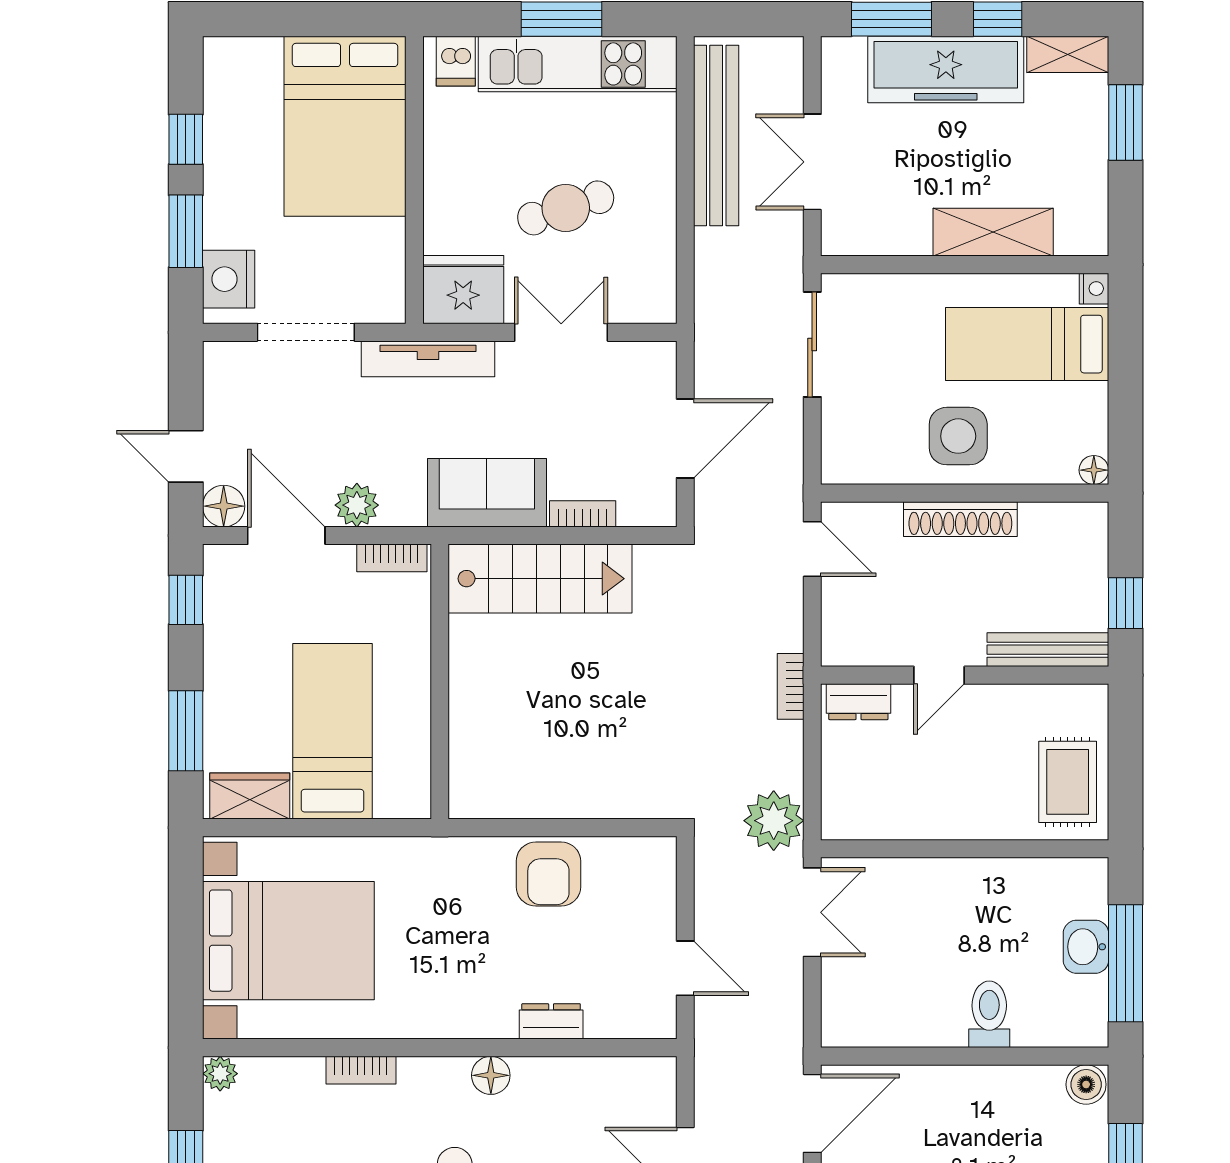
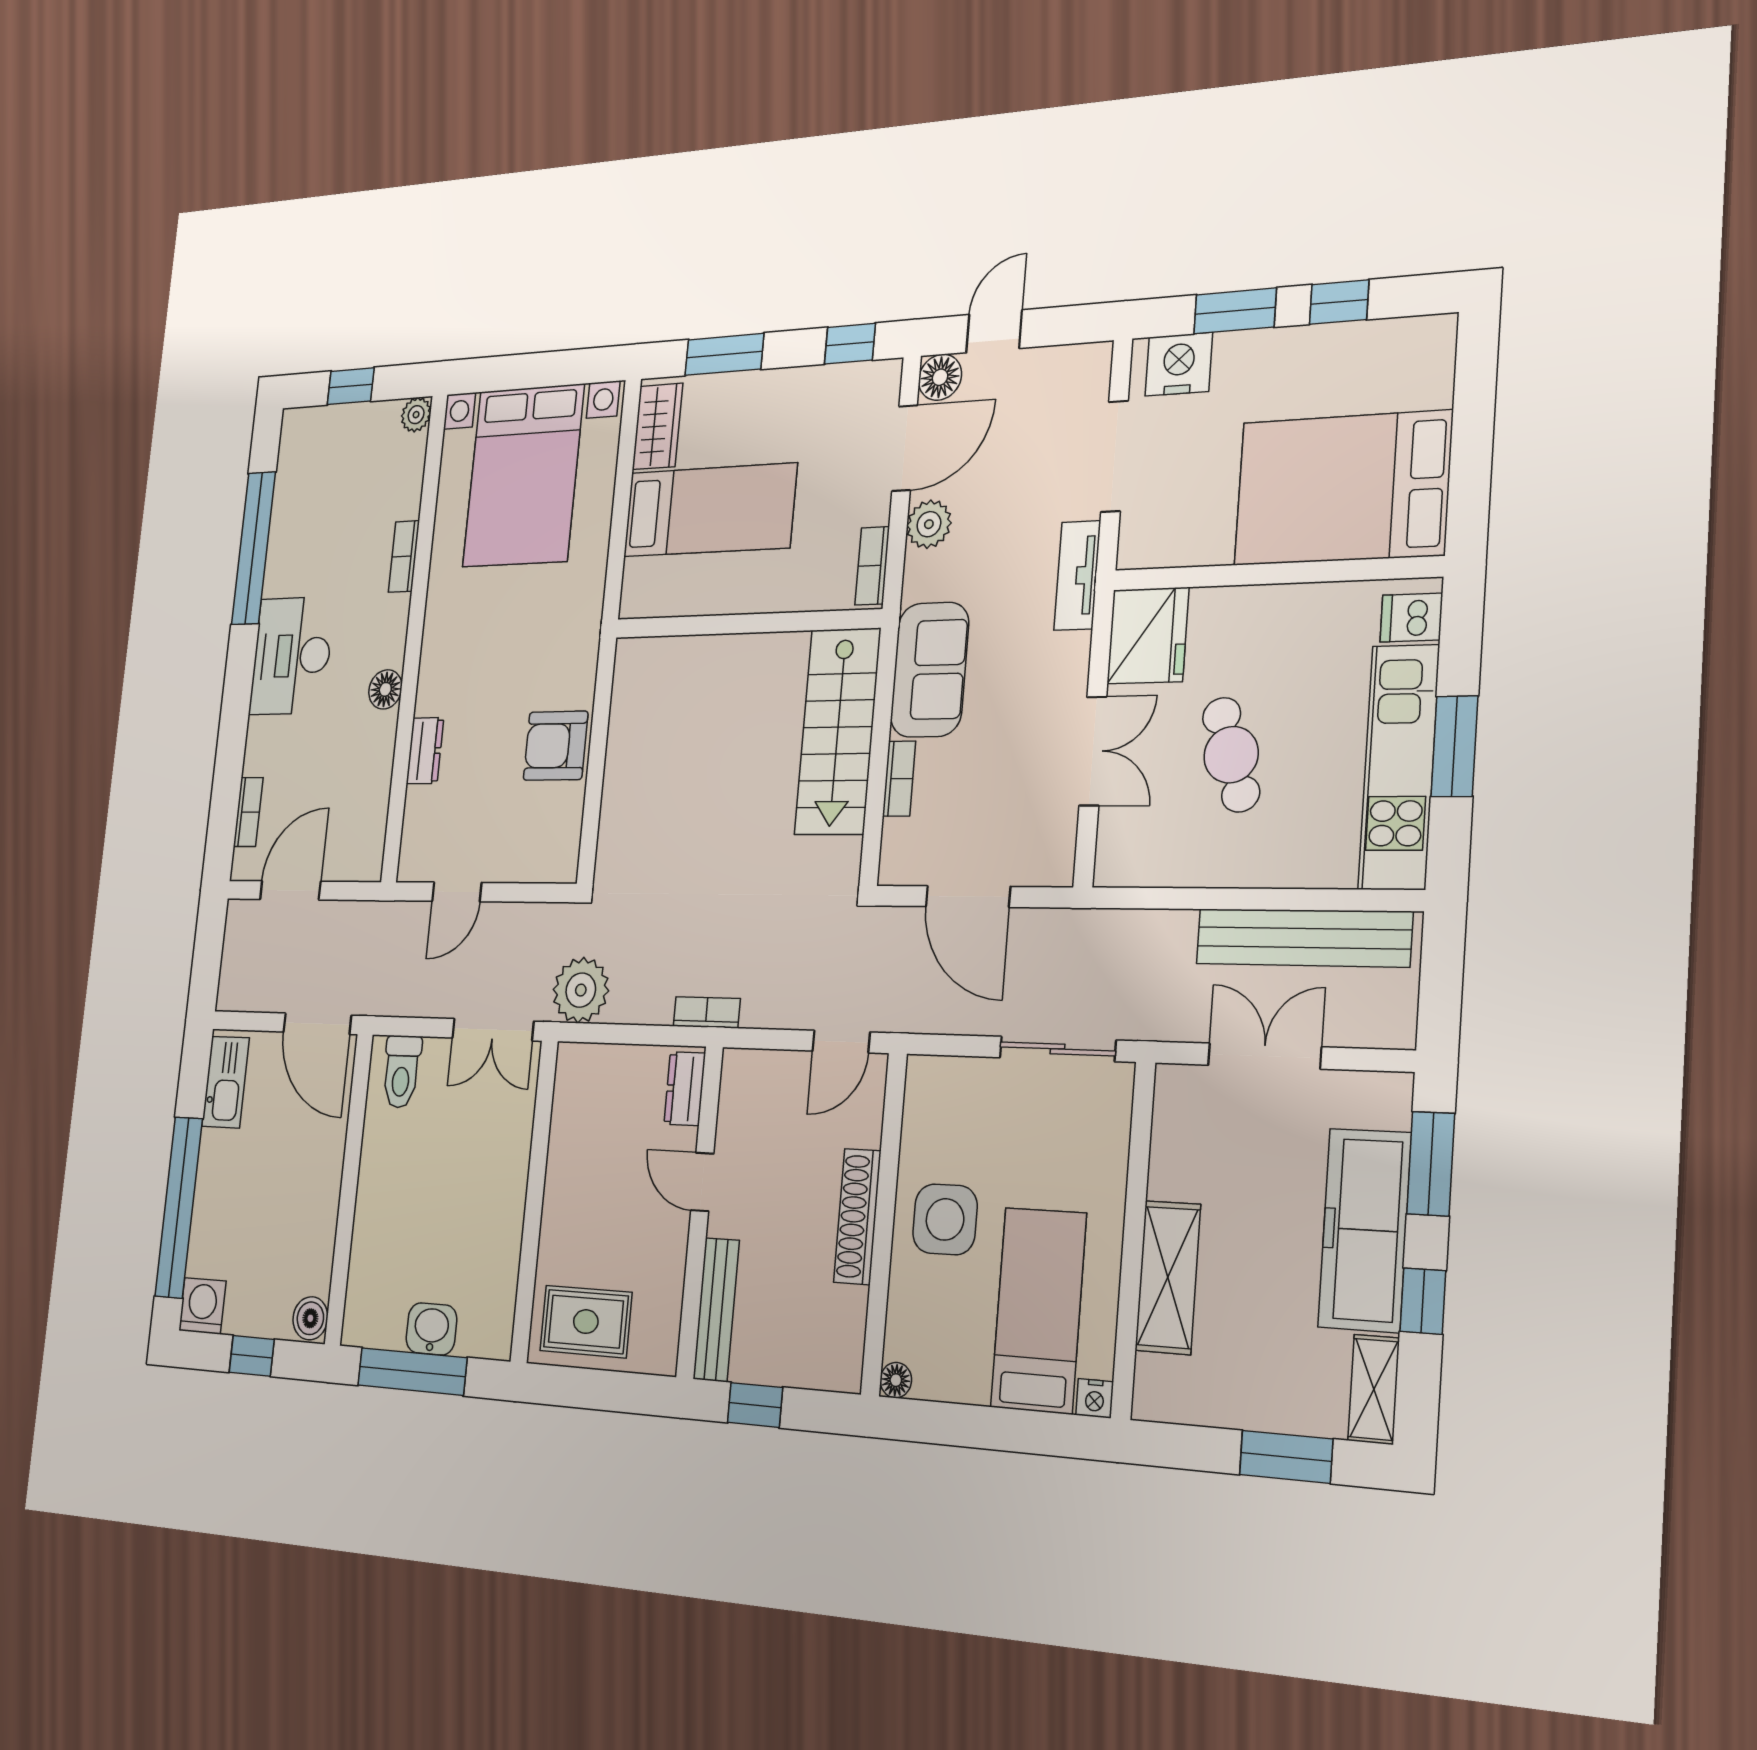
tv unit: (428, 359) -> (1077, 575), width x0.71
toilet: (989, 1014) -> (401, 1072), moved, turned 90

